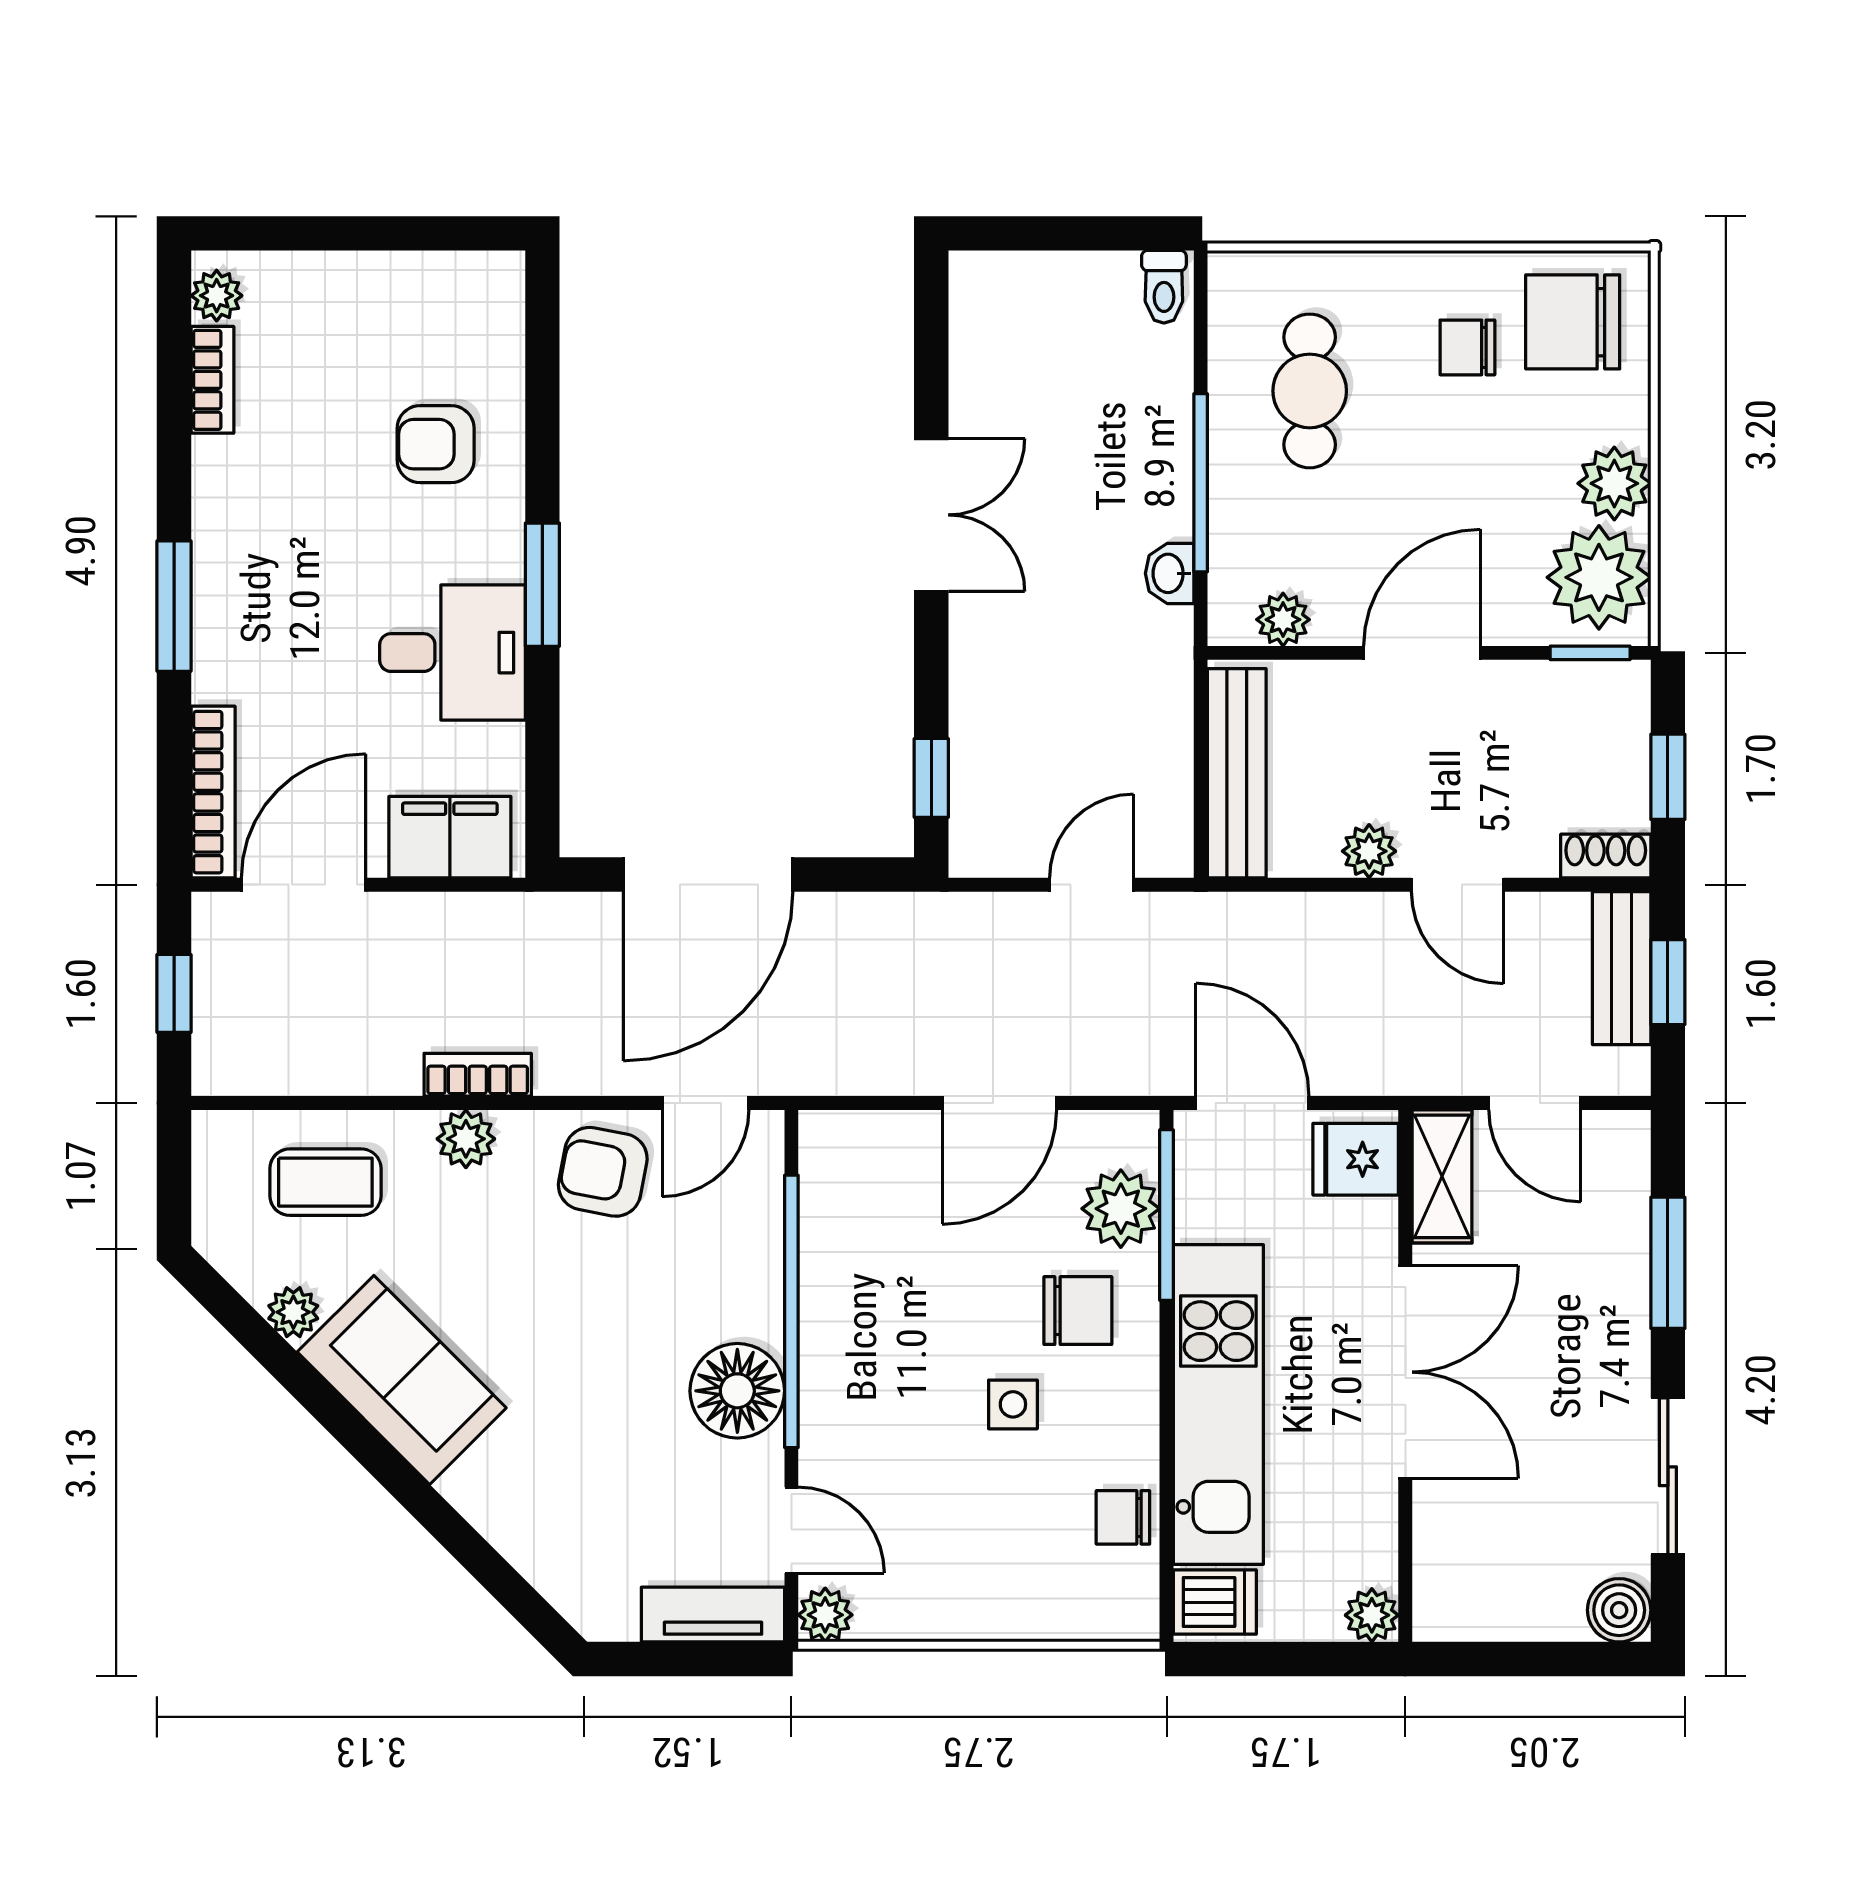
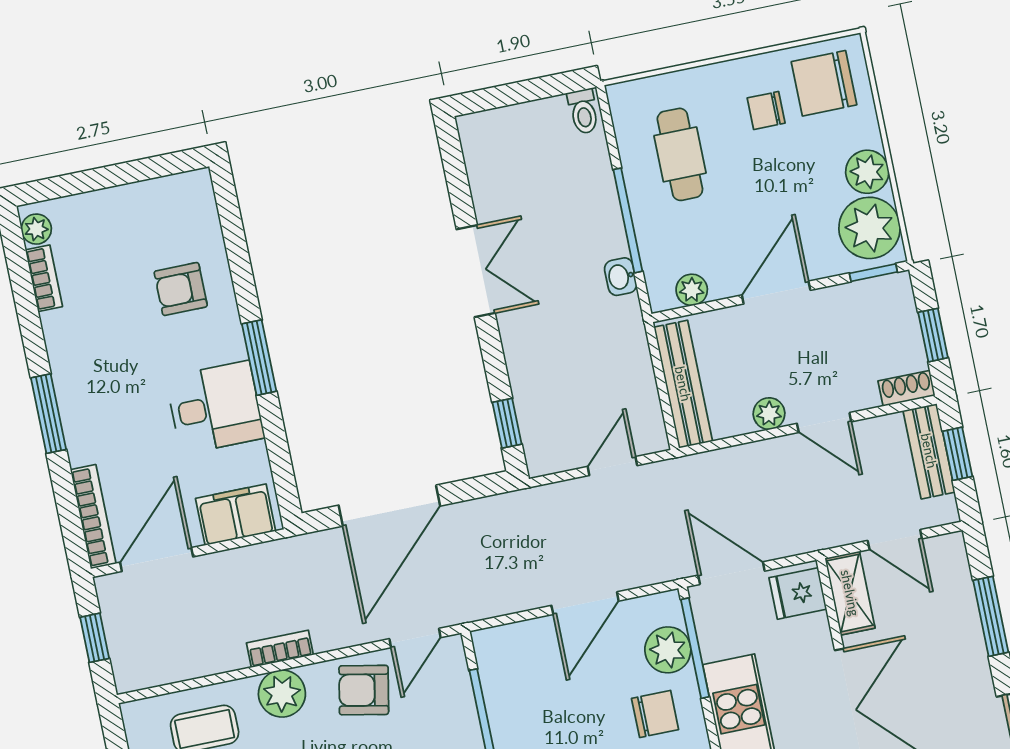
plant: (466, 1139) -> (282, 694), width x1.38, depth x1.38

